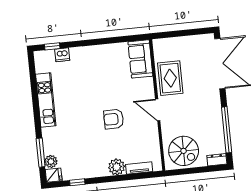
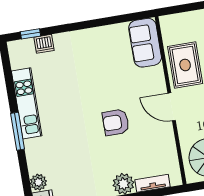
window: (41, 153) -> (18, 131), moved

